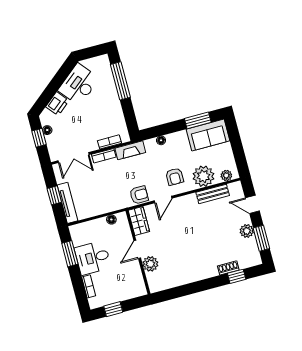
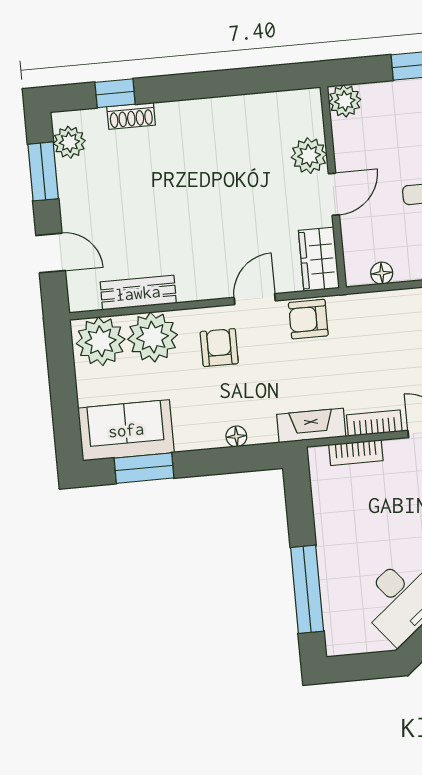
plant: (226, 175) -> (101, 341), width x1.88, depth x1.88
plant: (247, 231) -> (69, 142), moved
plant: (139, 289) -> (345, 101), added

